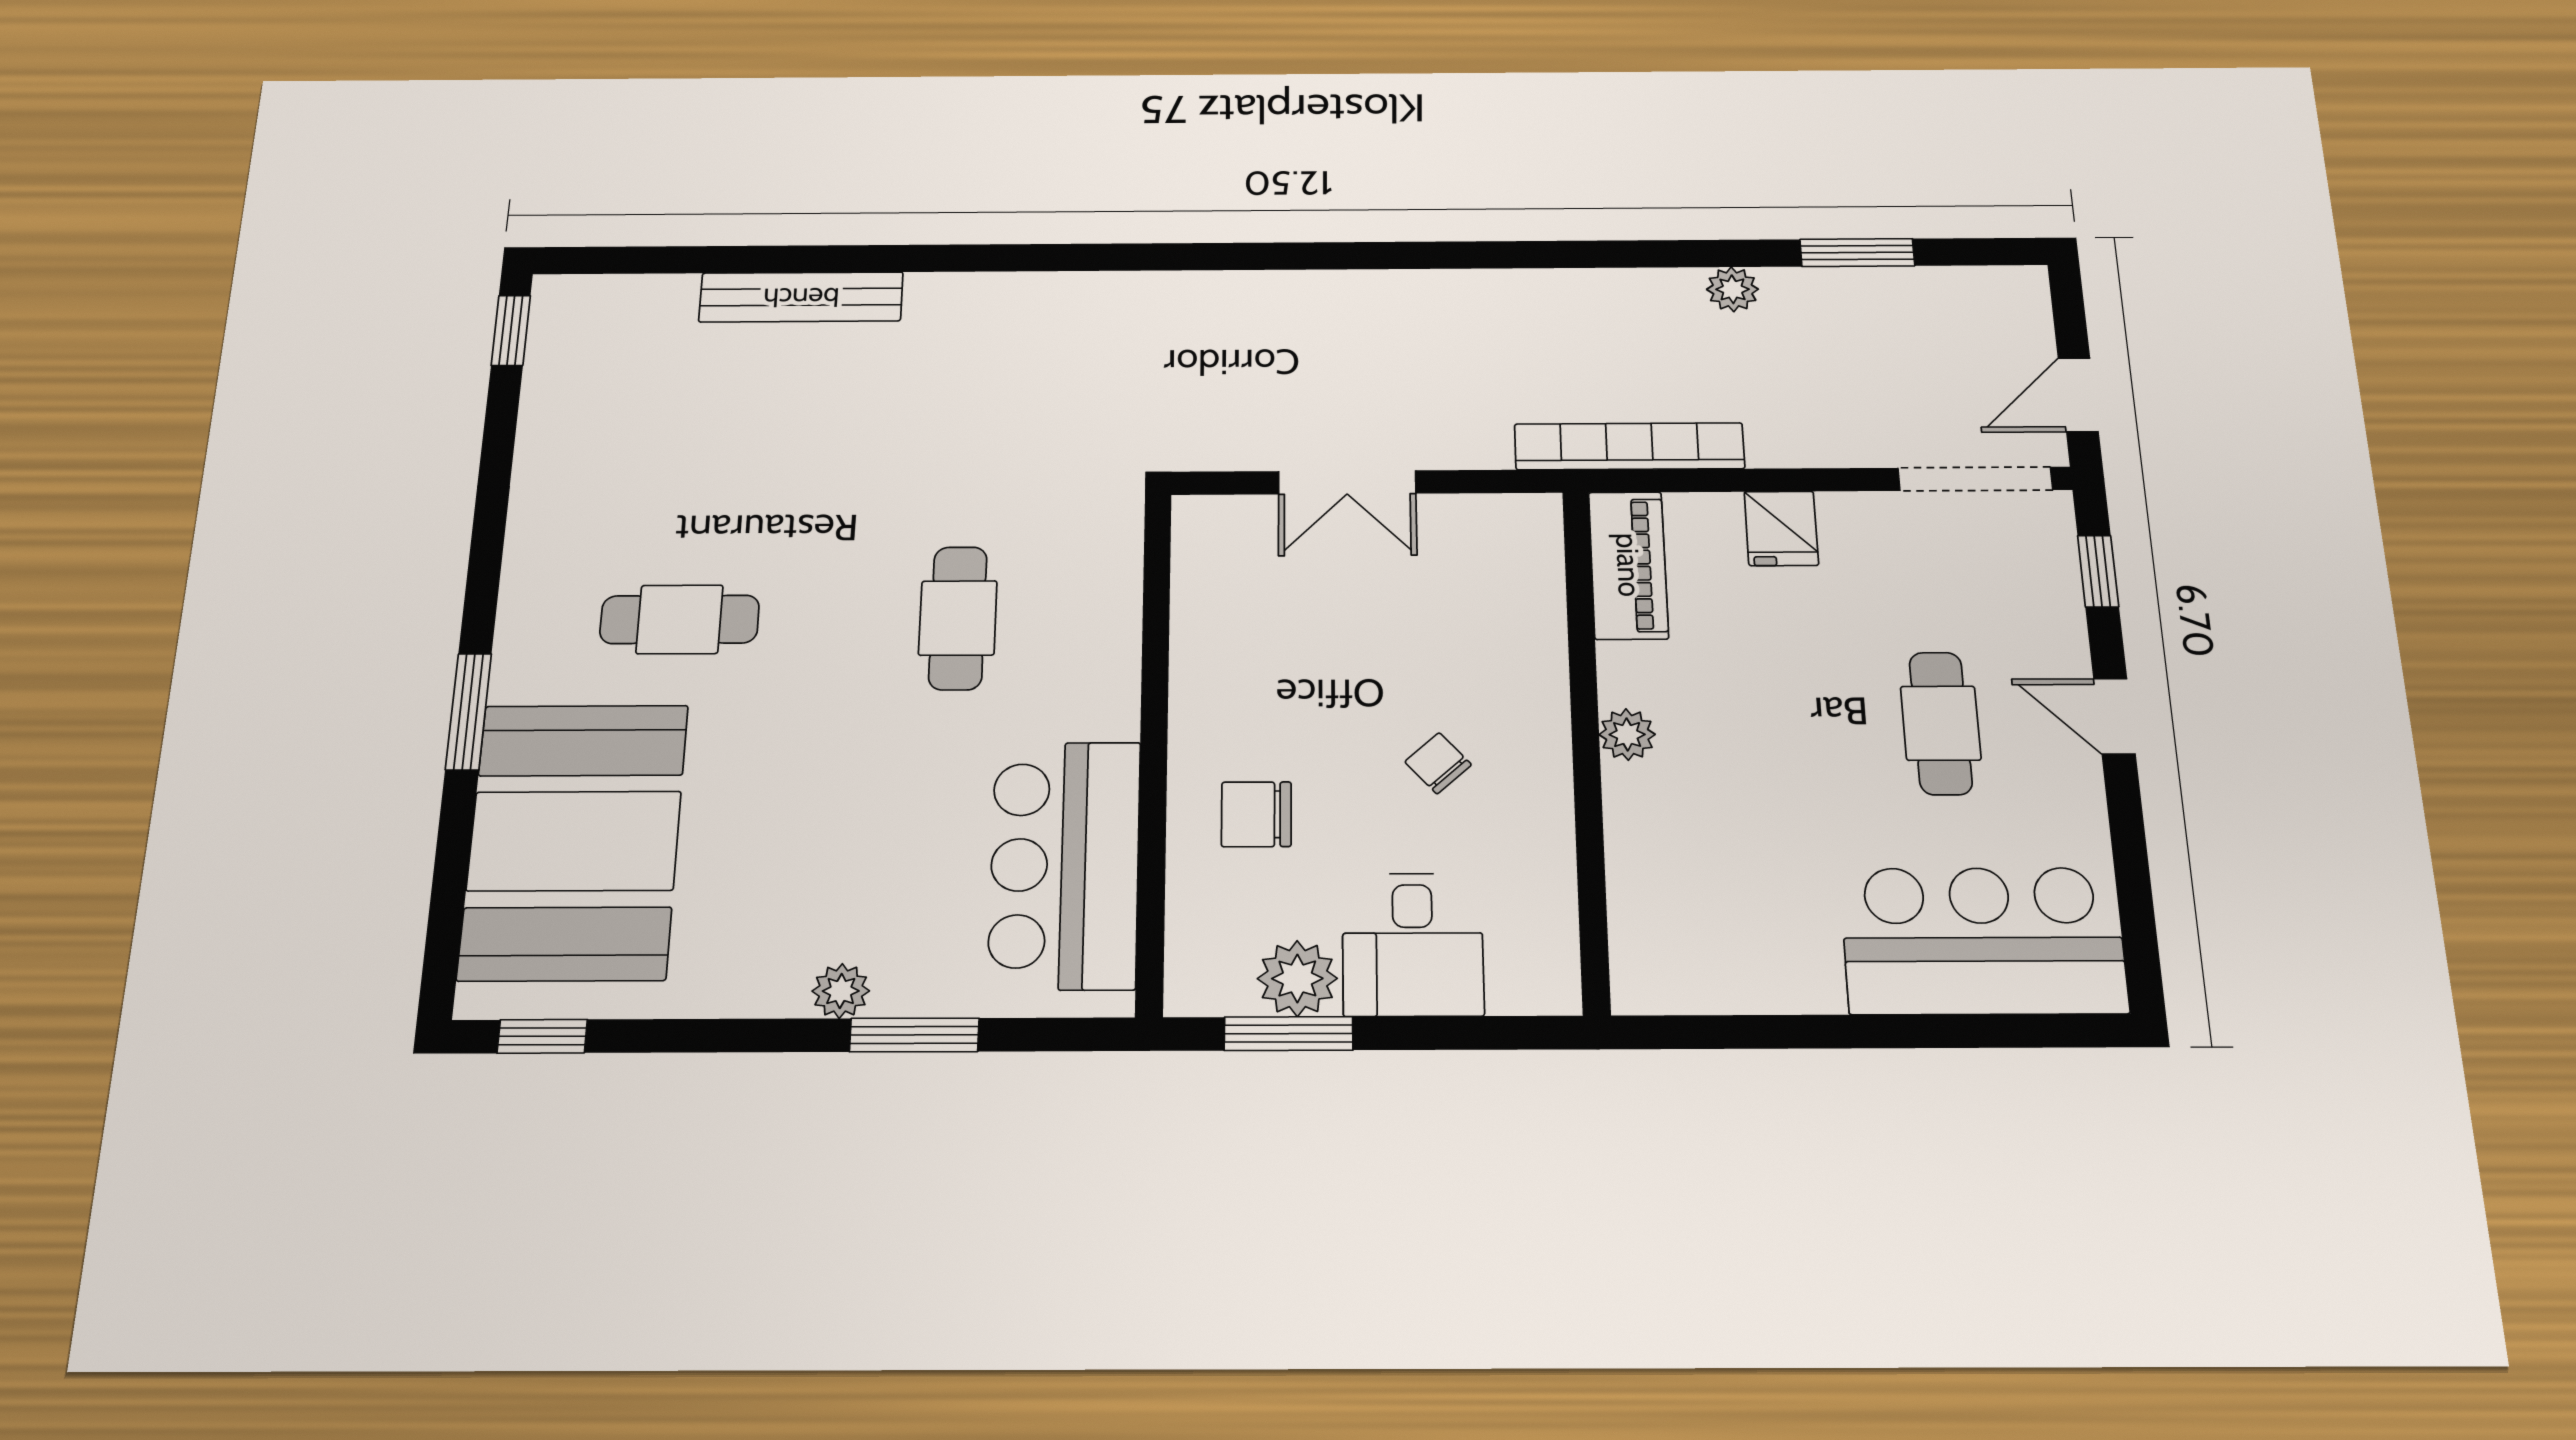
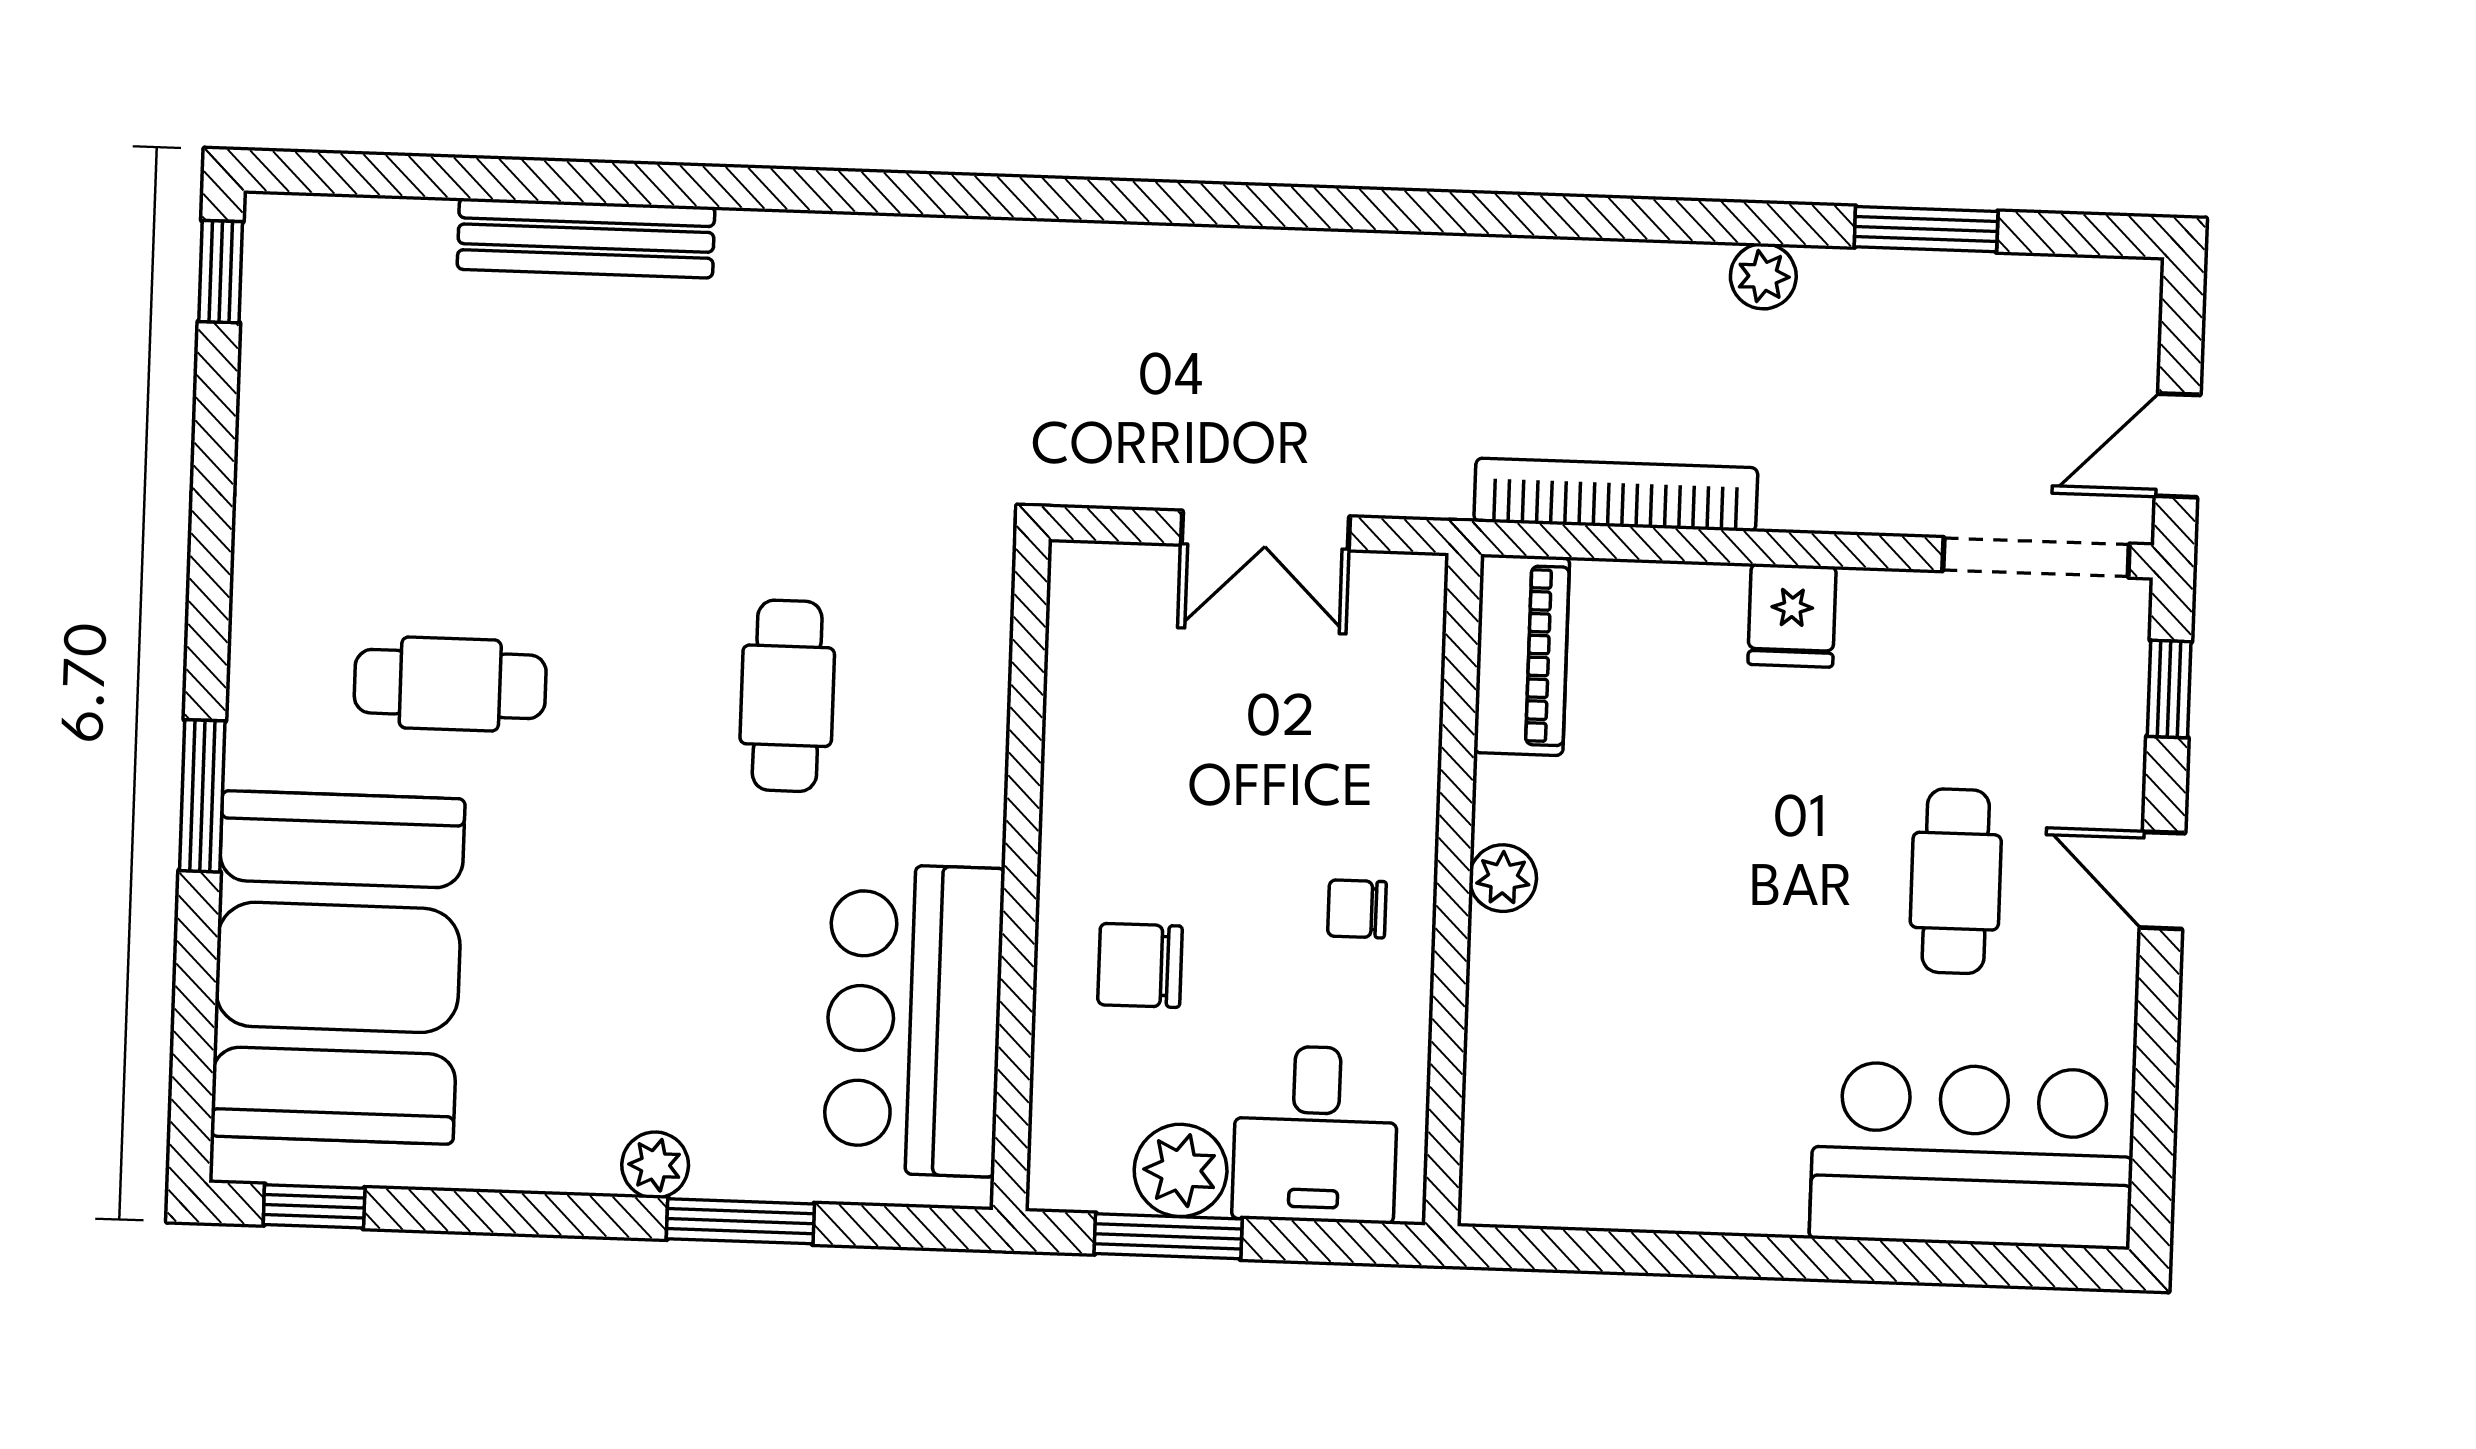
piano: (1628, 565) -> (1522, 655), moved
plant: (1627, 734) -> (1503, 878), moved
wall: (1586, 745) -> (1453, 890), moved
chair: (1438, 763) -> (1357, 909), turned -48

